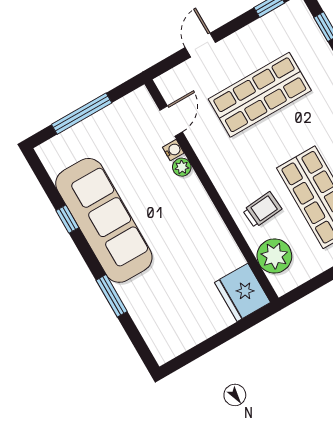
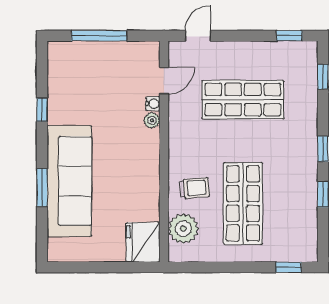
door: (200, 45) -> (198, 36), moved
sofa: (104, 220) -> (69, 181), moved

